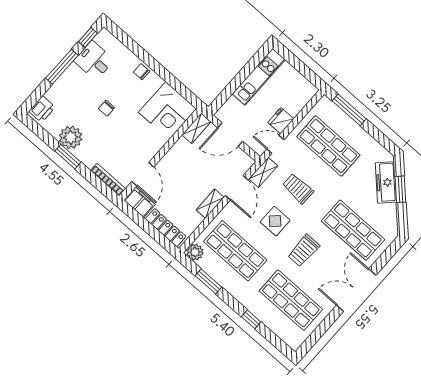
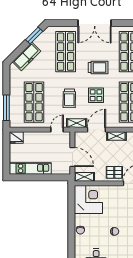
fridge: (281, 121) -> (16, 138), moved
door: (275, 144) -> (57, 130), swing flipped
pallet: (172, 166) -> (114, 172), added
window: (400, 189) -> (34, 36), moved

